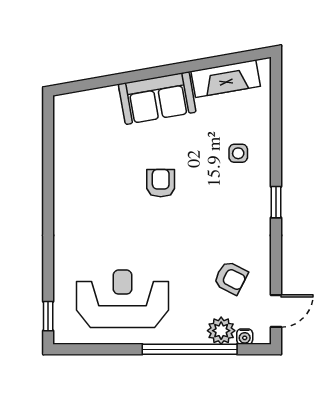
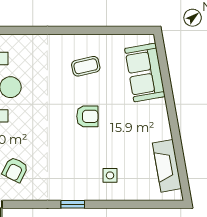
sofa: (157, 98) -> (145, 72), moved
coffee table: (95, 185) -> (86, 66), added

